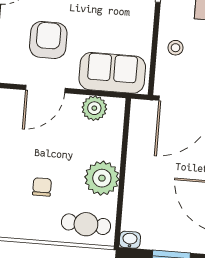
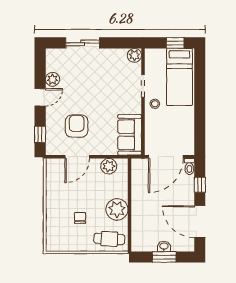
stool: (176, 48) -> (155, 104), moved
sofa: (112, 73) -> (130, 135), moved, turned -90
washbasin: (130, 240) -> (164, 246), moved

